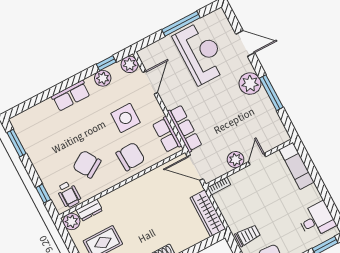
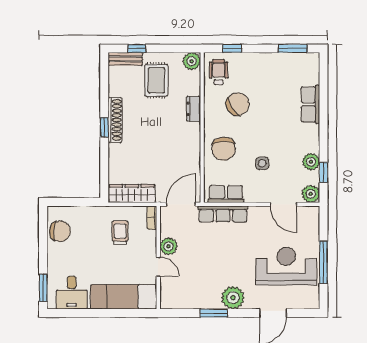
reception desk: (200, 53) -> (286, 266), turned 180
window: (271, 93) -> (214, 313), width x0.69
row of seats: (71, 96) -> (310, 104), moved
side table: (126, 118) -> (262, 163), width x0.54, depth x0.54
exam couch: (297, 166) -> (124, 297), width x1.36, depth x1.45
wheelchair: (69, 194) -> (219, 72), turned 90
dresser: (89, 210) -> (193, 109), moved
trolley: (248, 235) -> (120, 233), moved, turned 180

